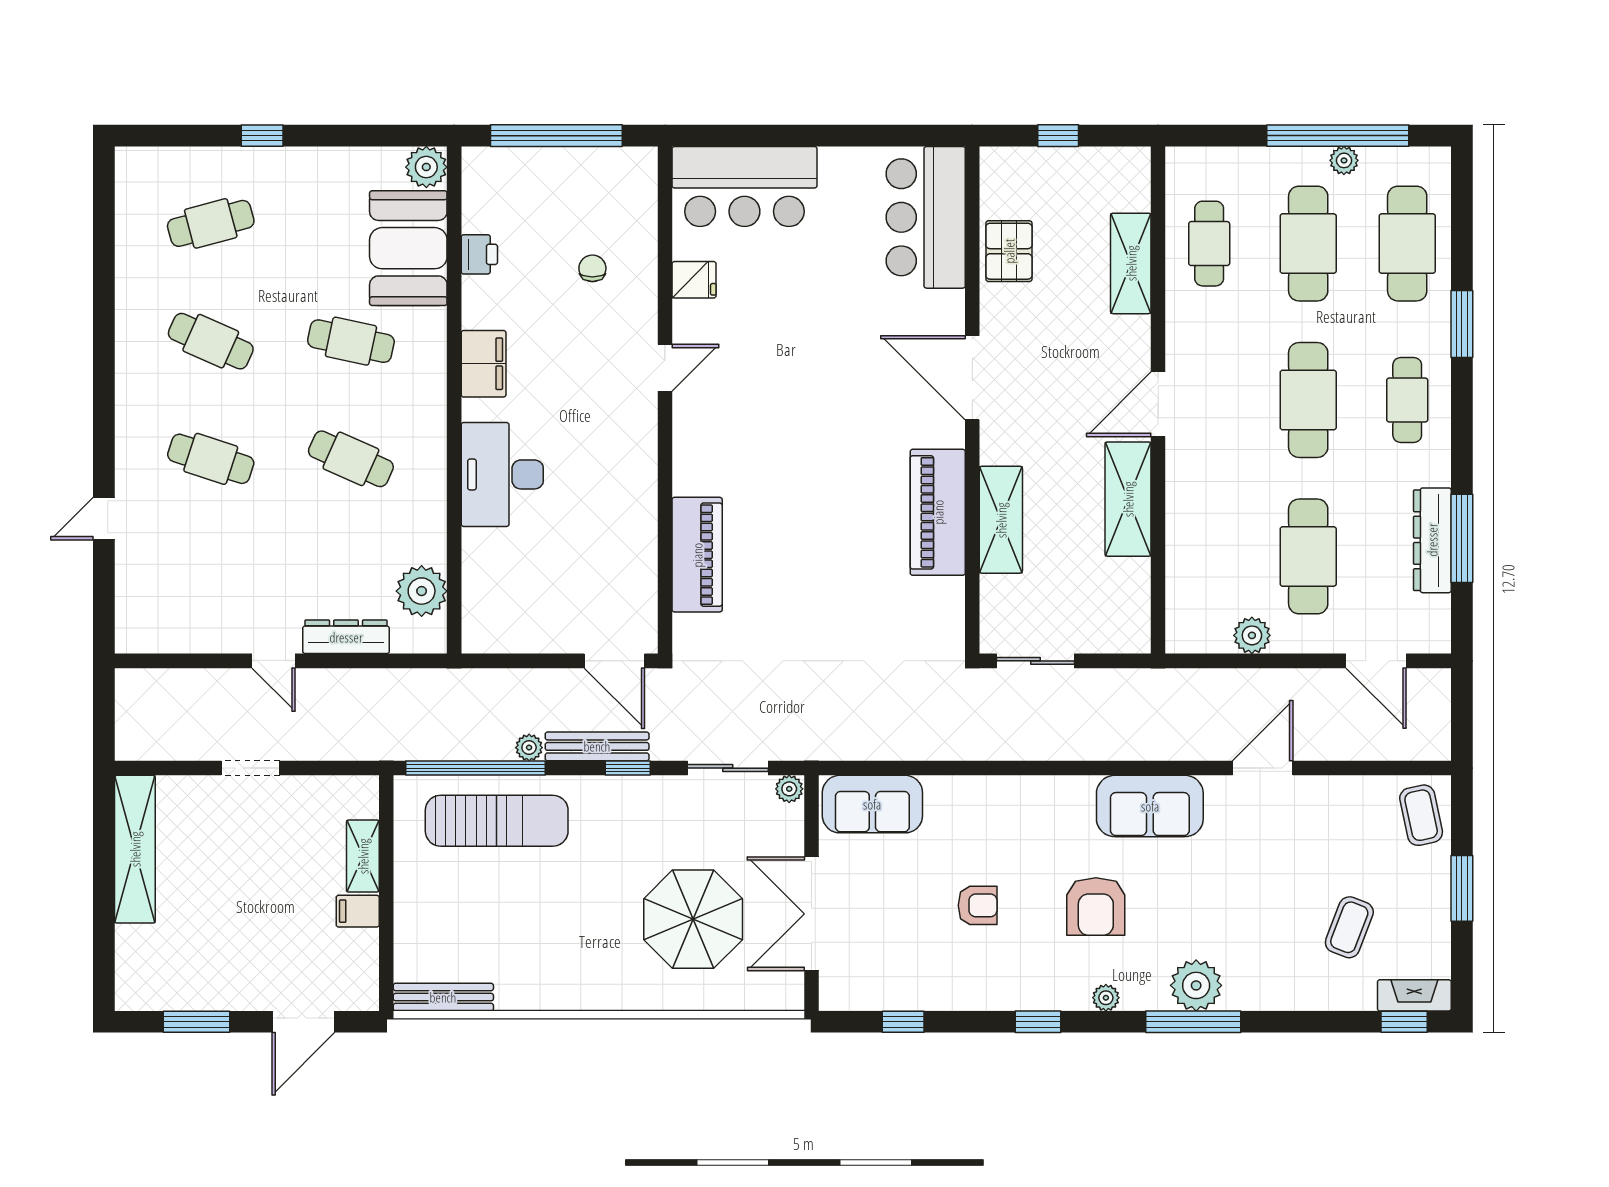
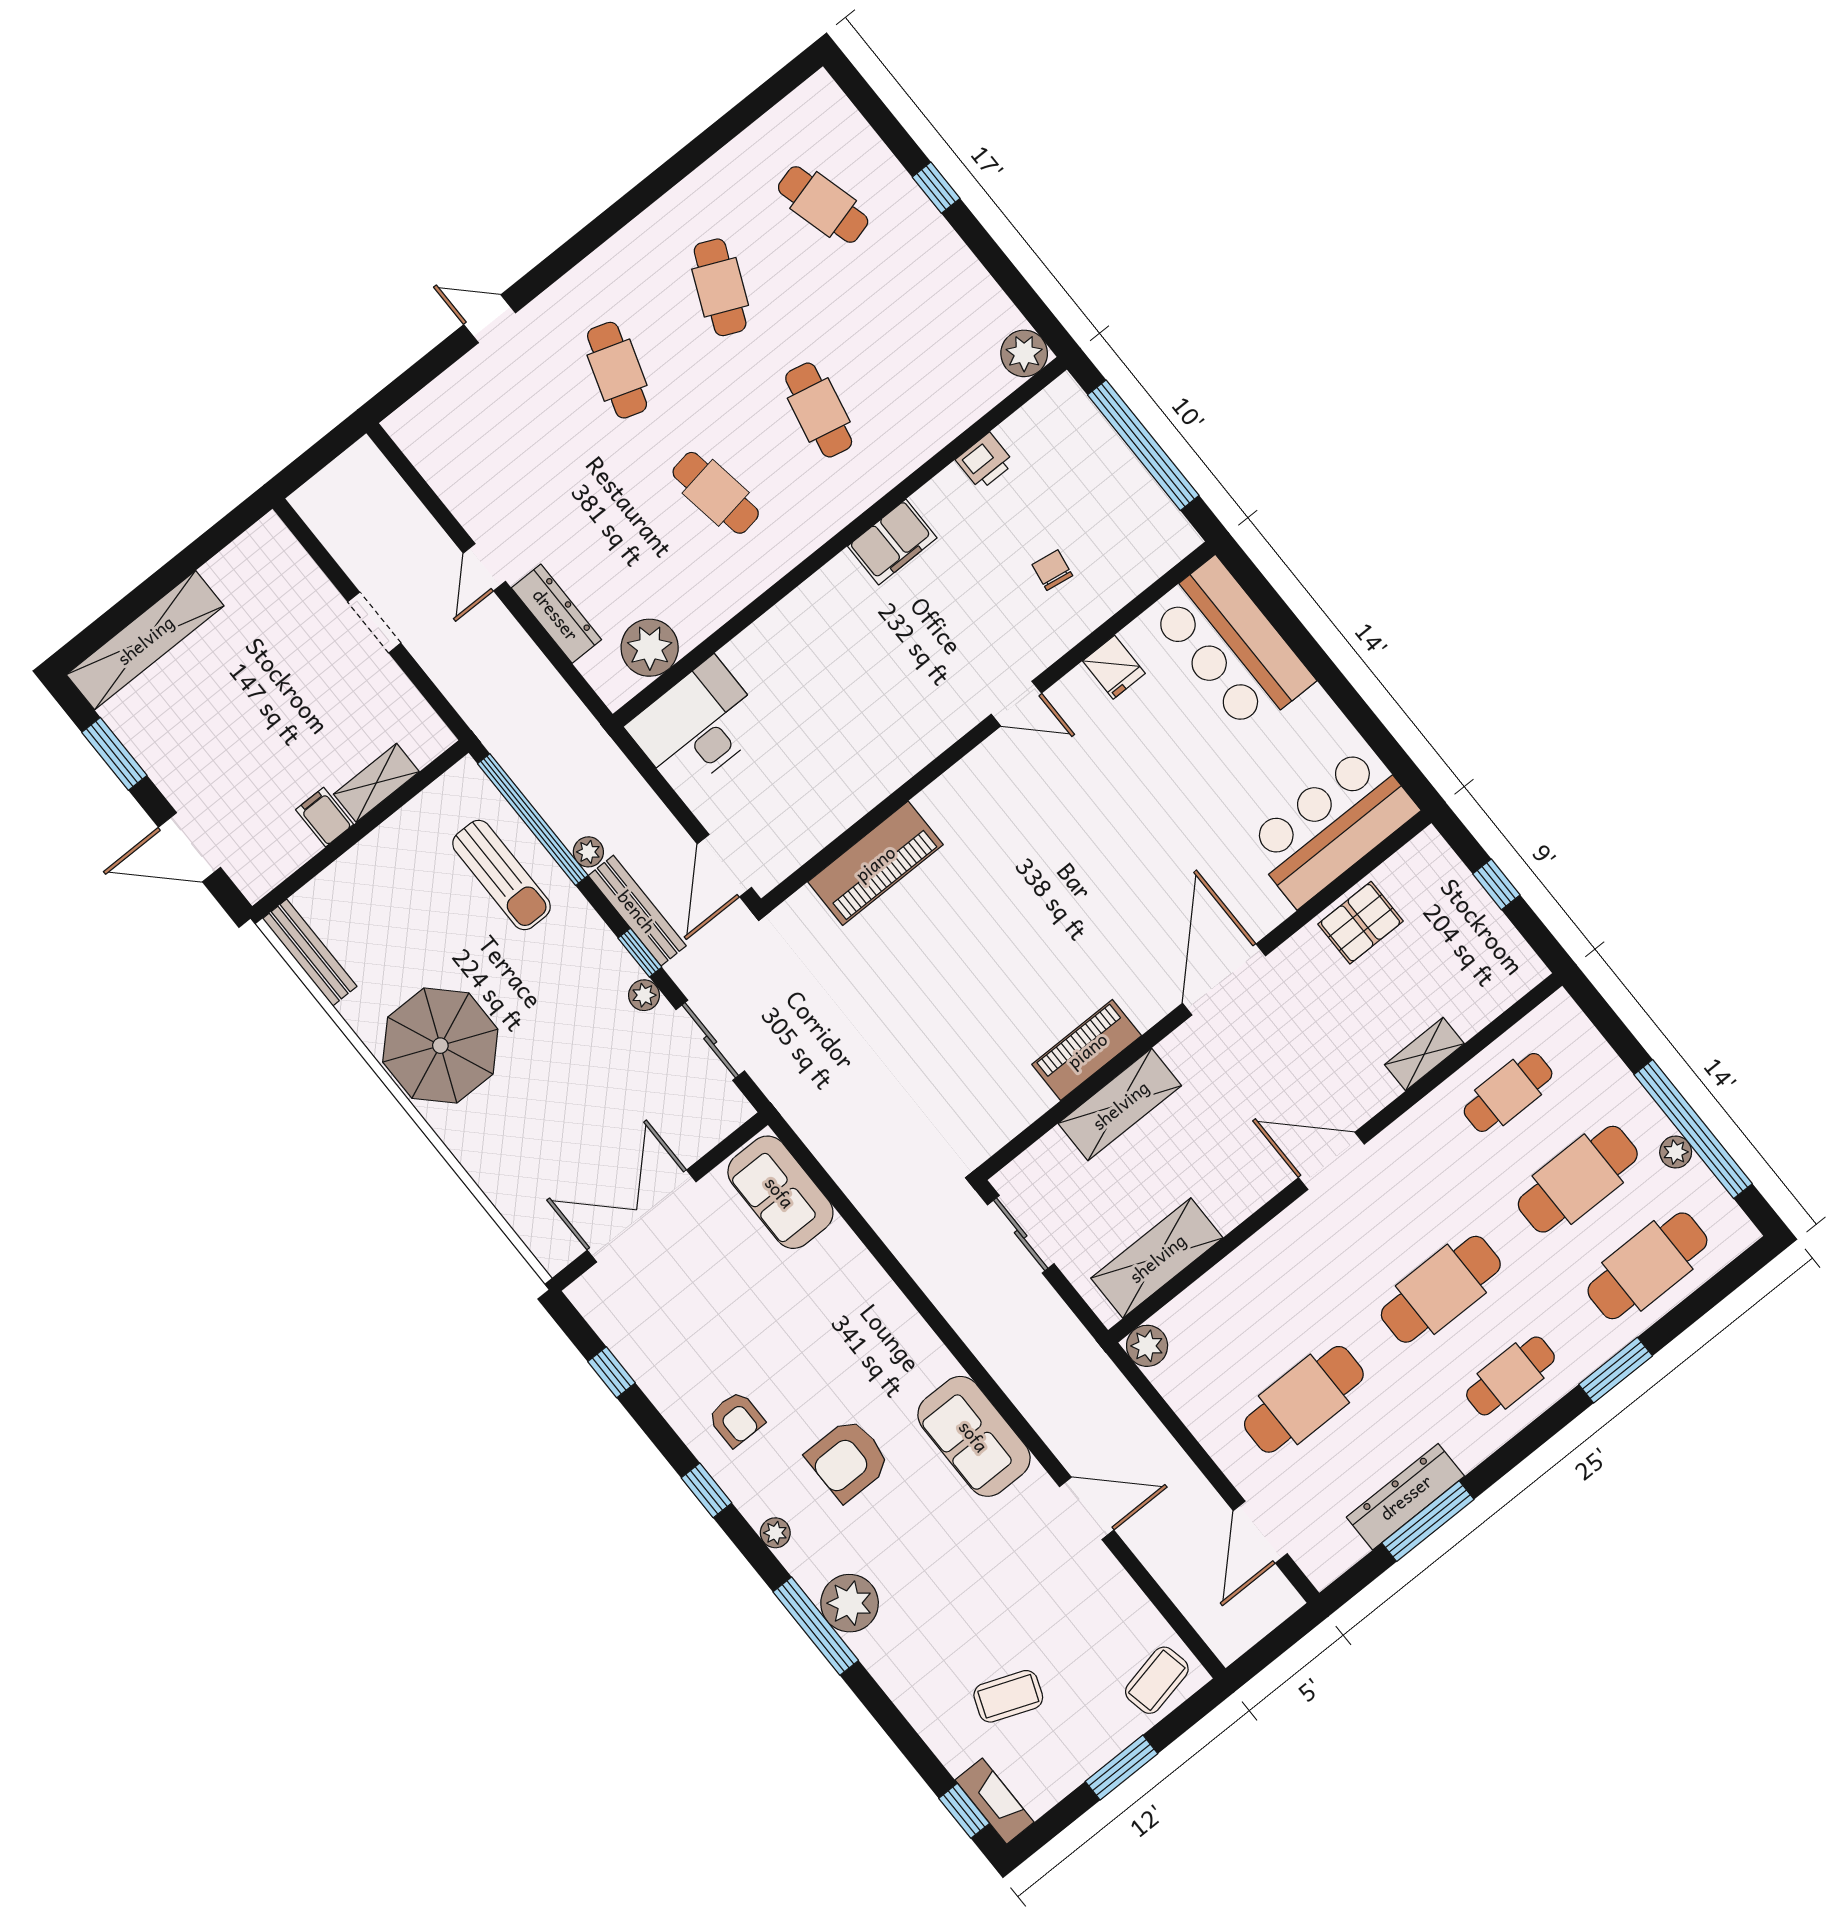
booth: (408, 248) -> (940, 395), removed
shelving: (1131, 263) -> (1424, 1054), width x0.67, depth x0.75
chair: (592, 268) -> (1052, 570), turned -81
cafe table: (351, 459) -> (716, 493), turned -33
desk: (502, 474) -> (697, 726), moved
shelving: (1128, 499) -> (1157, 1258), moved
piano: (938, 512) -> (1087, 1050), width x0.73, depth x0.75
plant: (1252, 635) -> (1147, 1346), moved
plant: (789, 789) -> (644, 995), moved
sun lounger: (497, 821) -> (502, 875), width x0.73, depth x0.75
shelving: (135, 849) -> (145, 640), moved
armchair: (978, 905) -> (736, 1419), moved
parasol: (693, 919) -> (440, 1046), moved

